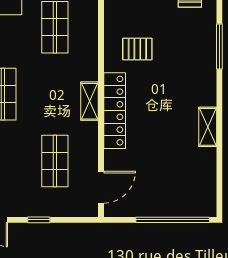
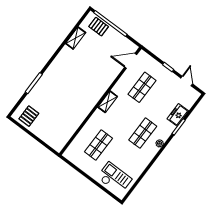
pallet: (137, 49) -> (99, 27), moved
locker: (115, 111) -> (100, 90), removed
shelving: (208, 127) -> (76, 38), moved

